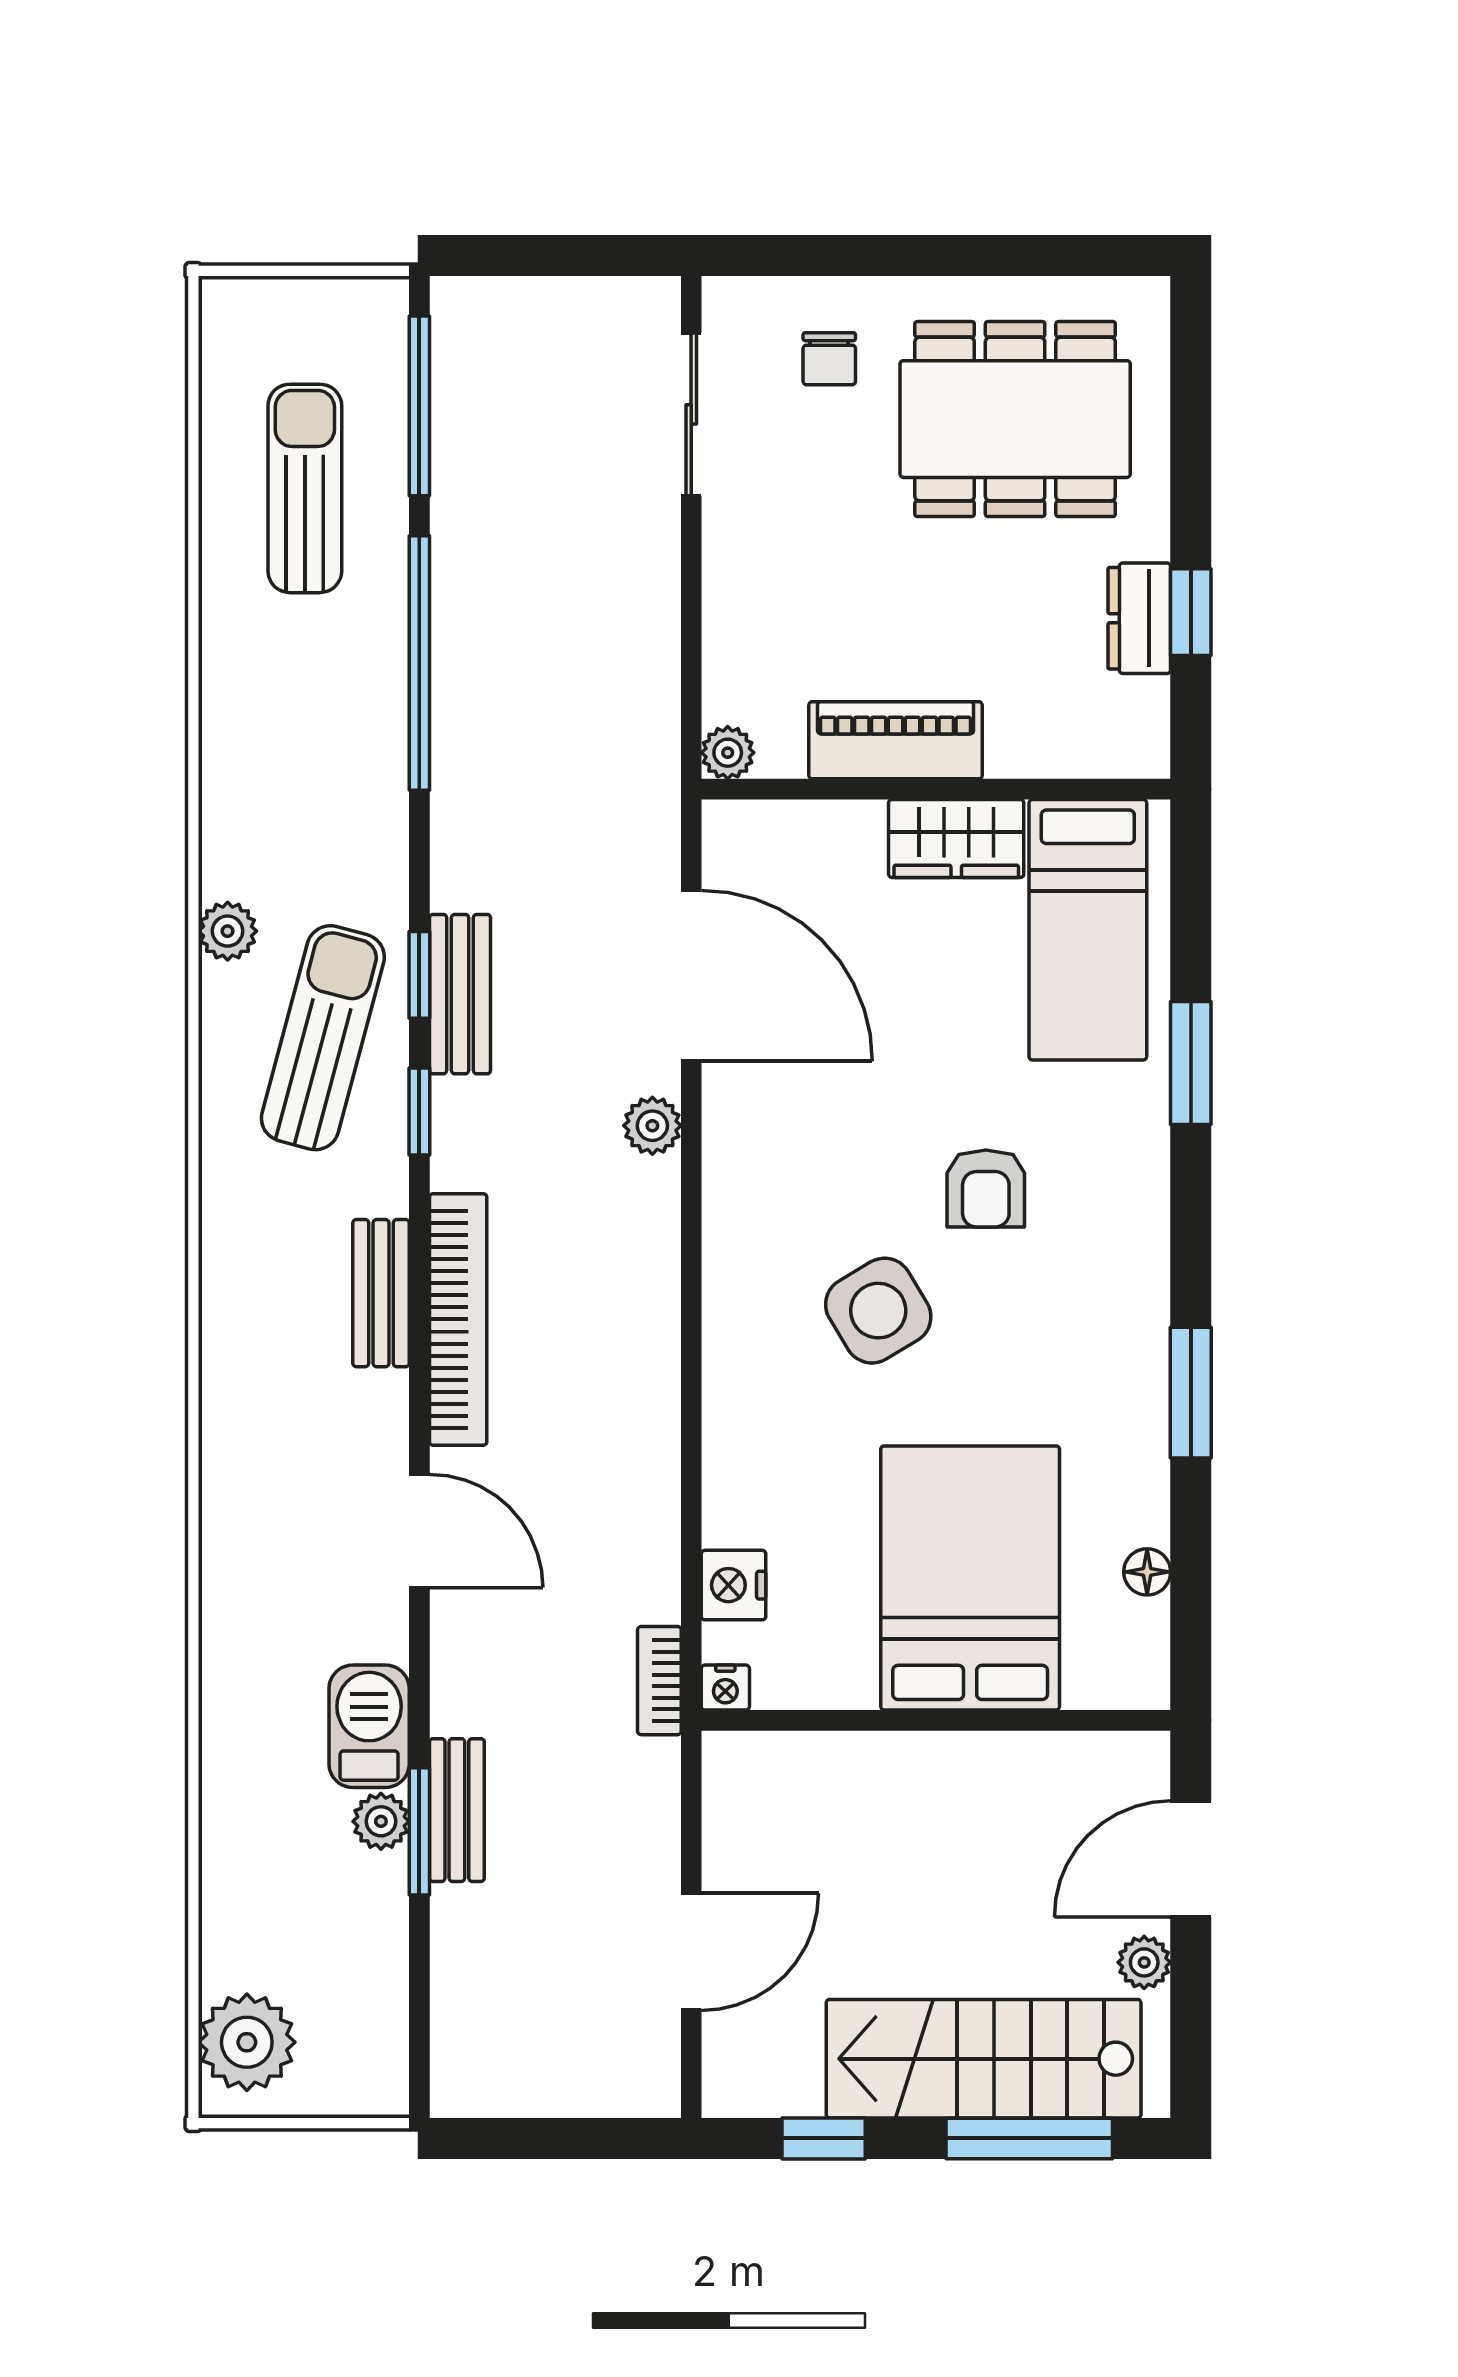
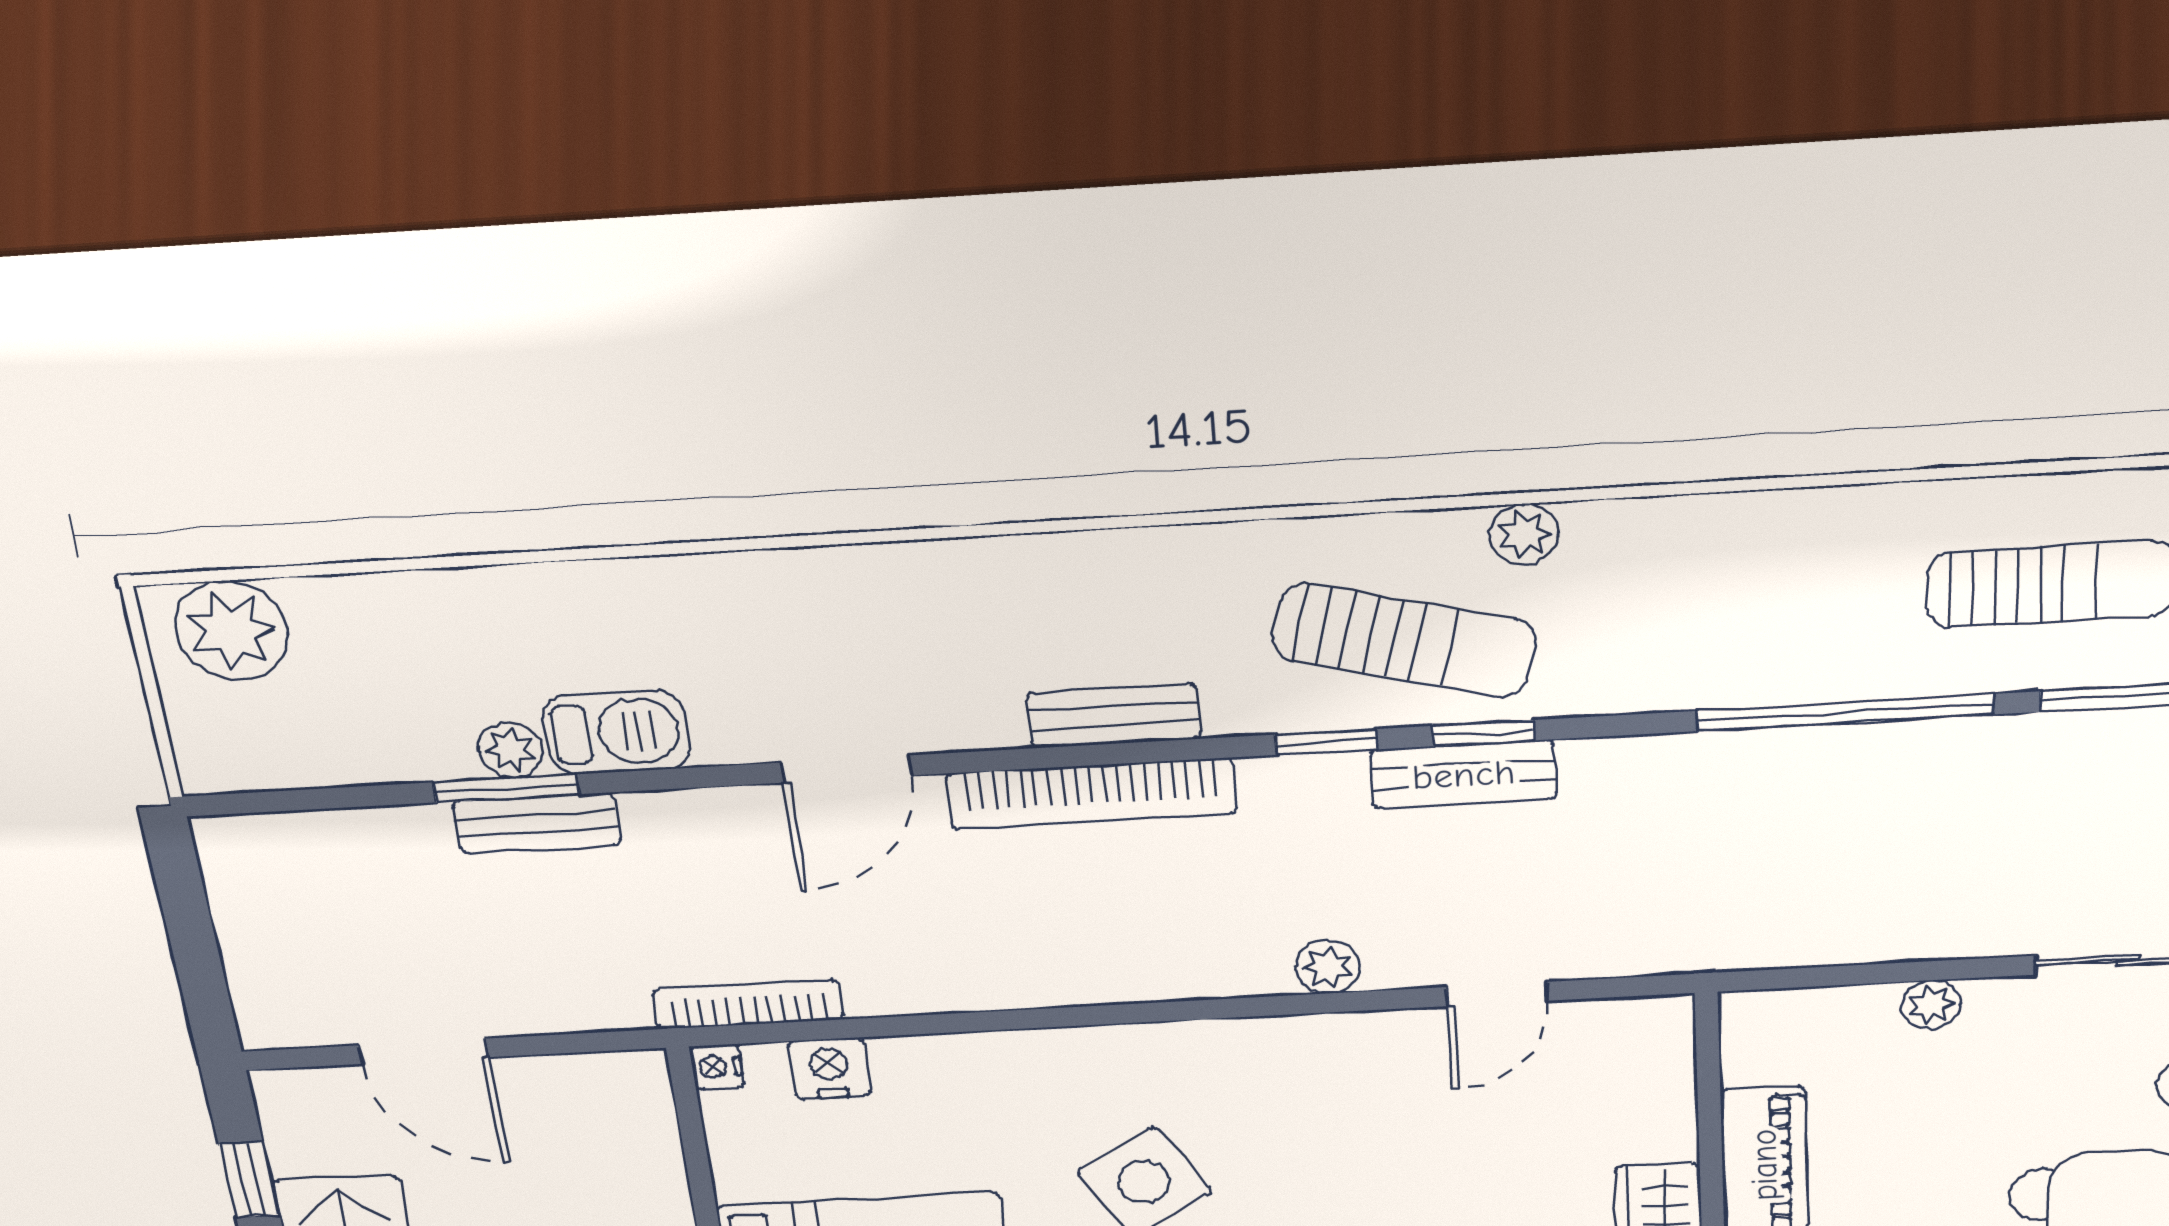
plant: (728, 753) -> (1931, 1005), moved
door: (691, 976) -> (1497, 994), width x0.53
bookcase: (659, 1681) -> (748, 1005), width x1.56

